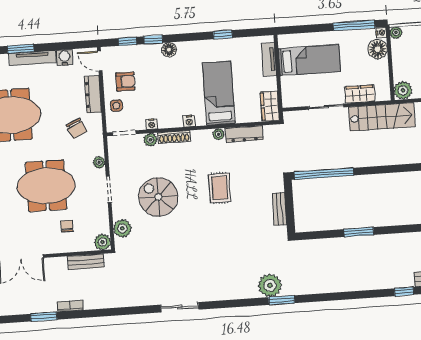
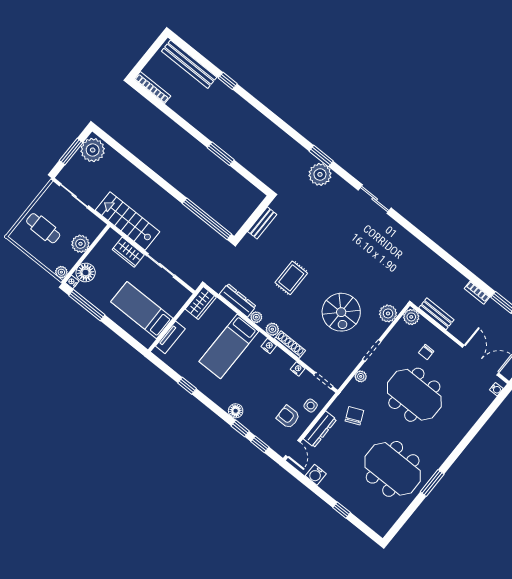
window: (20, 49) -> (342, 510), width x0.67
tv unit: (32, 58) -> (339, 495), removed
plant: (403, 90) -> (80, 244), moved
plant: (150, 140) -> (272, 329), moved
sliding door: (180, 307) -> (375, 199), moved

